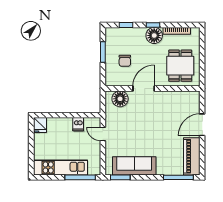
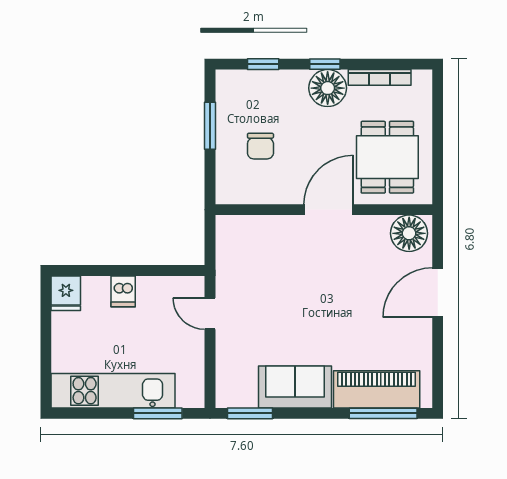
door: (144, 89) -> (329, 210), moved
floor lamp: (120, 99) -> (409, 233), moved
dishwasher: (78, 124) -> (123, 291), moved
piano: (192, 156) -> (377, 389), moved, turned 90
sofa: (134, 166) -> (295, 387), width x0.73
window: (80, 177) -> (158, 413), width x0.69

